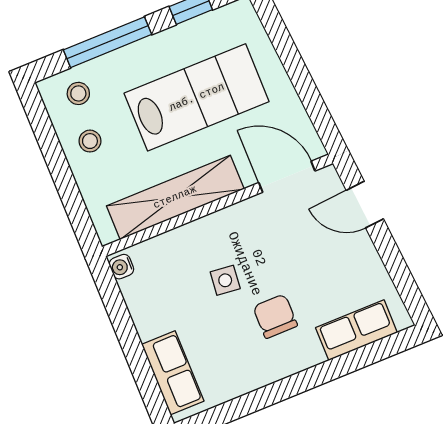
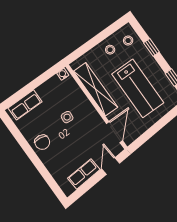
window: (108, 42) -> (151, 47), width x0.46
chair: (275, 316) -> (42, 142), moved, turned 98
row of seats: (356, 330) -> (84, 174), moved, turned -95

